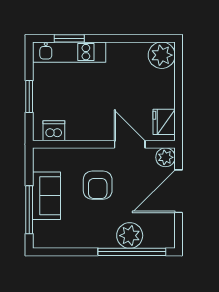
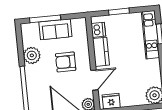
kitchen counter: (88, 130) -> (101, 52), added
plant: (130, 236) -> (32, 55), moved

